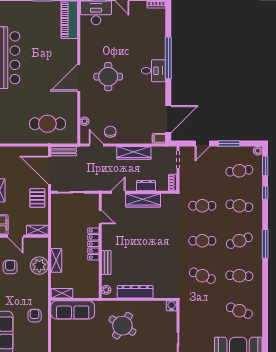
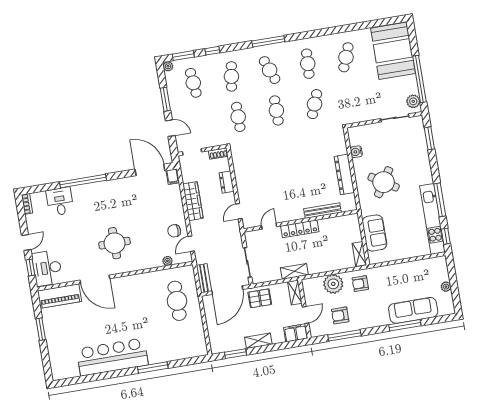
desk: (153, 71) -> (60, 202), moved
door: (79, 78) -> (95, 279), moved
door: (118, 192) -> (239, 211), hinge flipped
wardrobe: (143, 200) -> (243, 182), removed
shelving: (56, 260) -> (294, 271), moved
bench: (106, 262) -> (322, 211), width x1.36
plant: (106, 290) -> (347, 206), removed
water cooler: (172, 306) -> (356, 152), moved
sofa: (73, 310) -> (375, 233), width x0.73
armchair: (35, 316) -> (360, 284), moved

